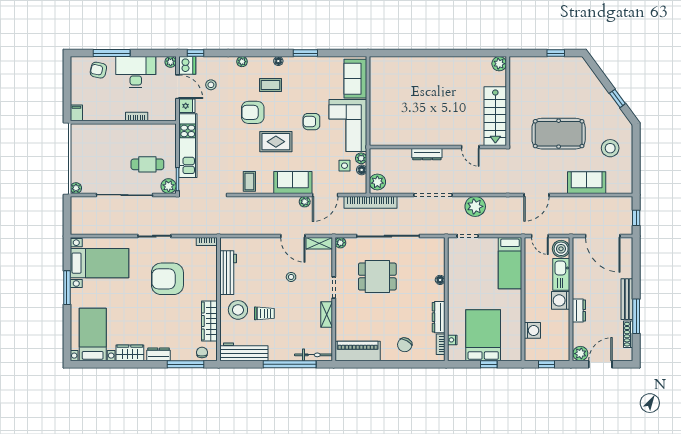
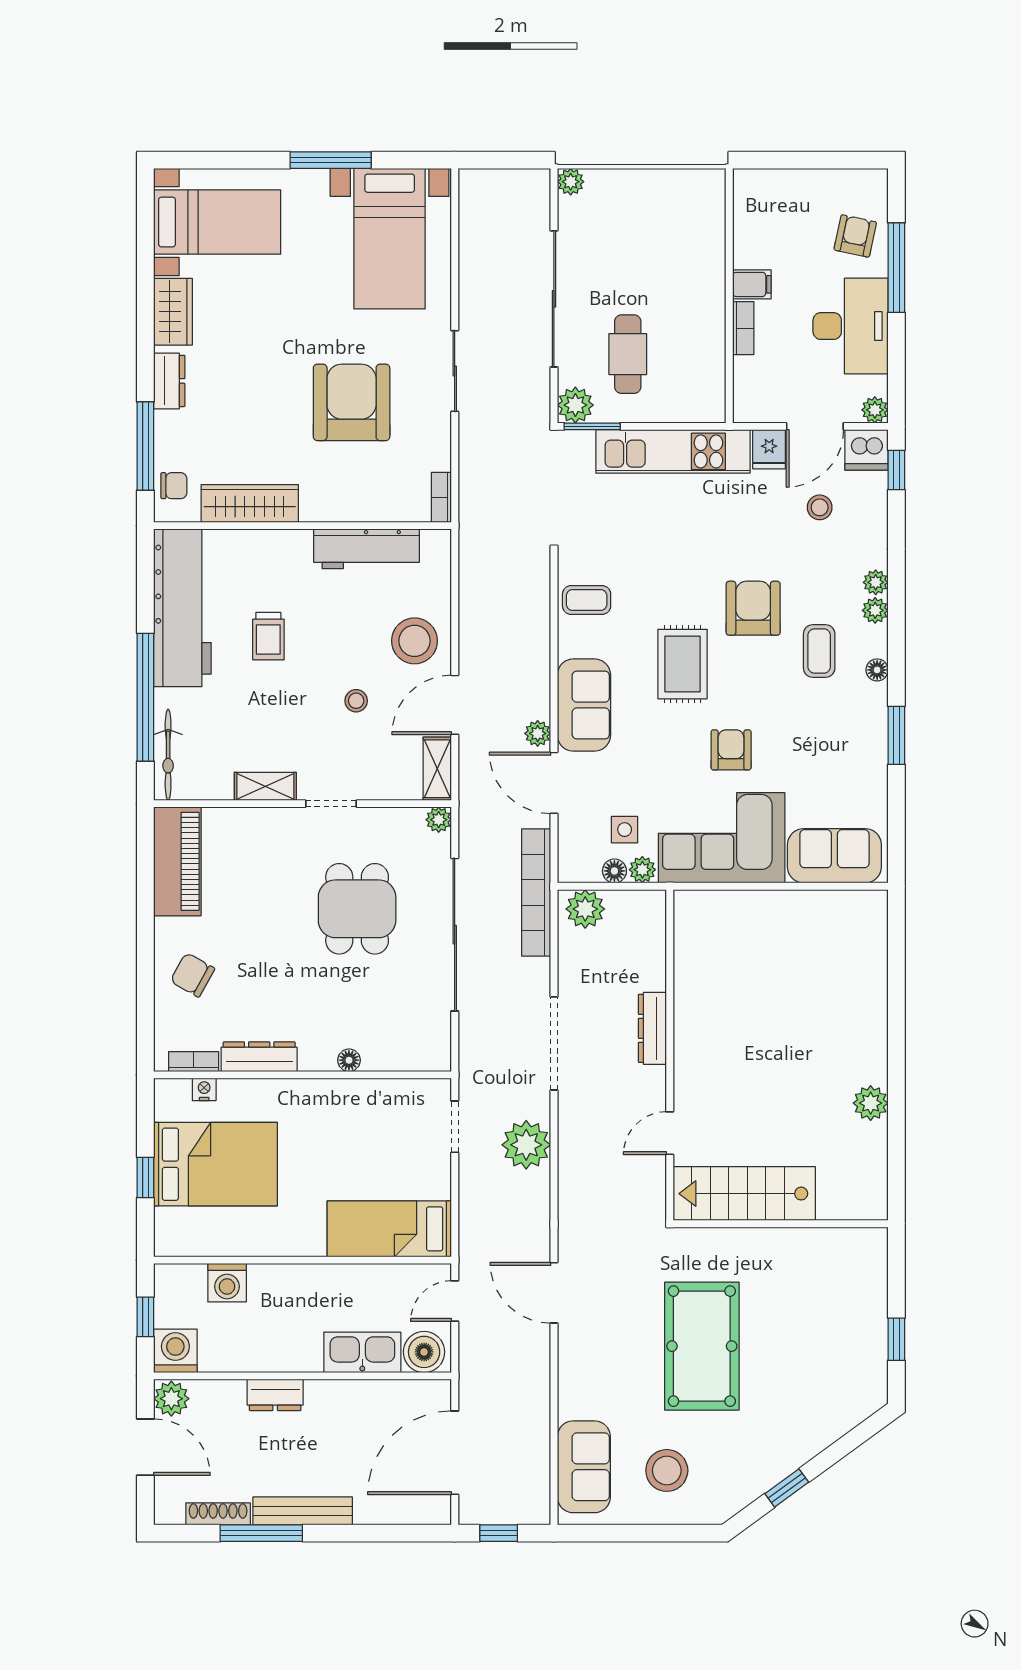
plant: (254, 62) -> (875, 610), added
plant: (499, 64) -> (871, 1103), moved
filing cabinet: (76, 113) -> (752, 284), moved
sofa: (587, 183) -> (584, 1467), moved
washing machine: (561, 300) -> (175, 1351), moved
stool: (238, 310) -> (414, 641), moved
workbench: (244, 352) -> (182, 608), width x1.36, depth x1.32

